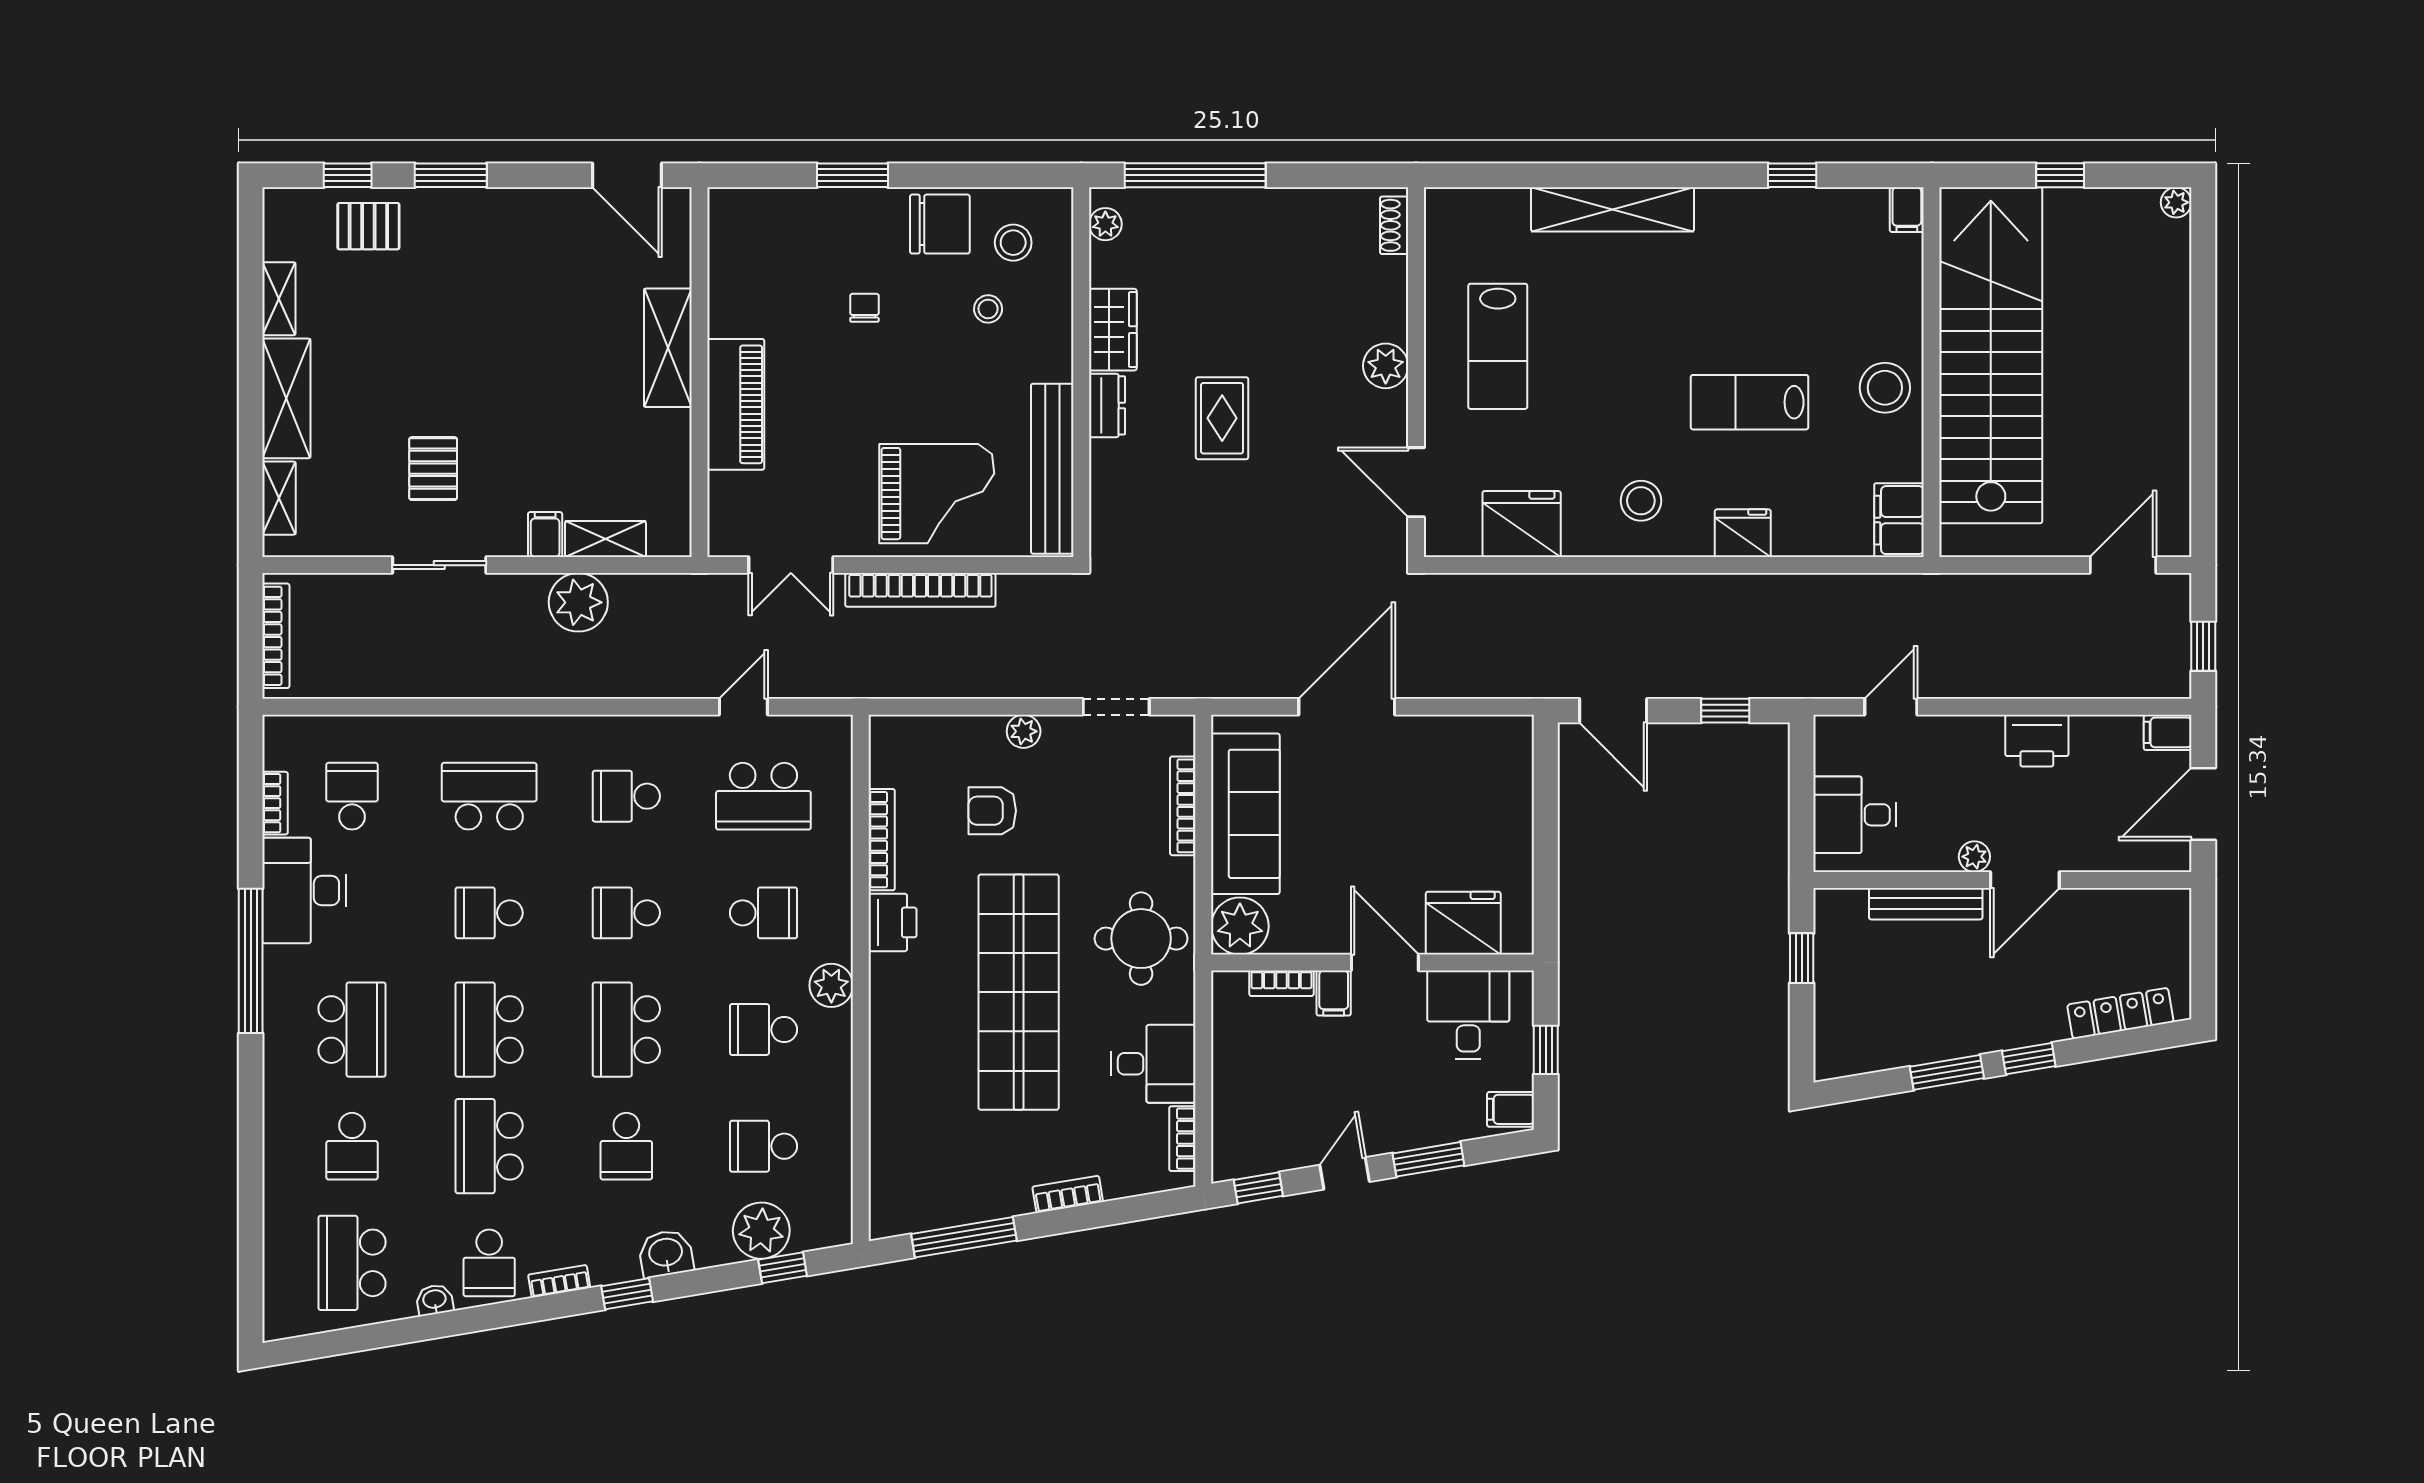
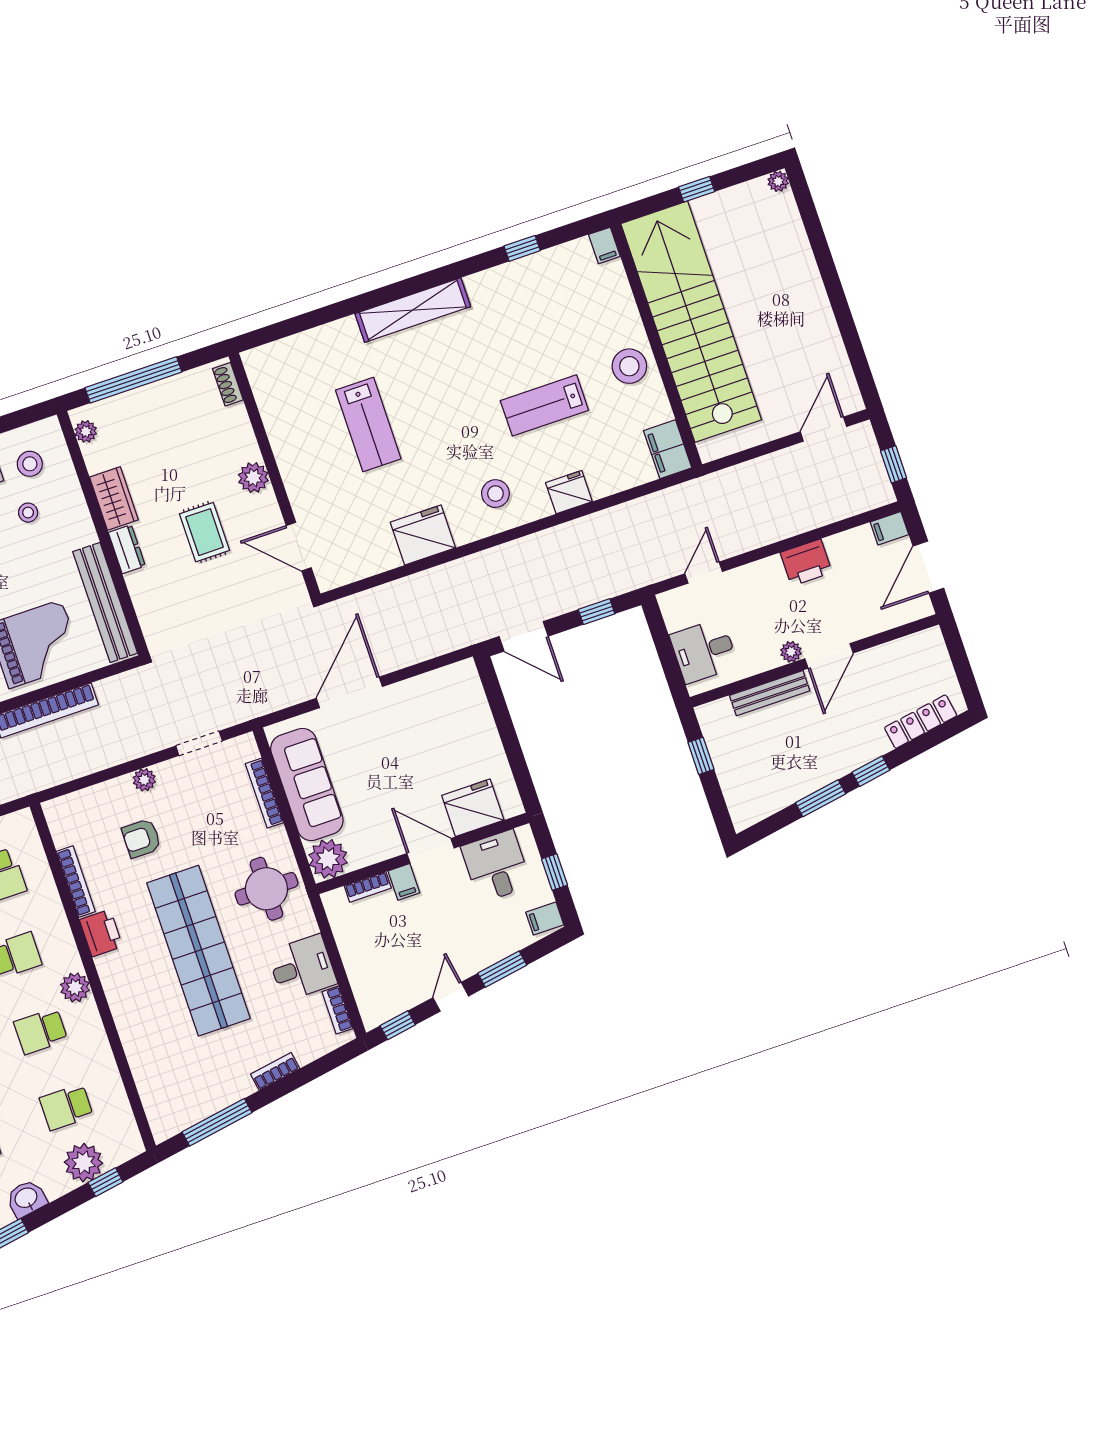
shoe rack: (1394, 225) -> (228, 384), moved
plant: (1386, 366) -> (253, 478), moved
wall: (1416, 372) -> (274, 475), moved
door: (1416, 482) -> (299, 547), moved

